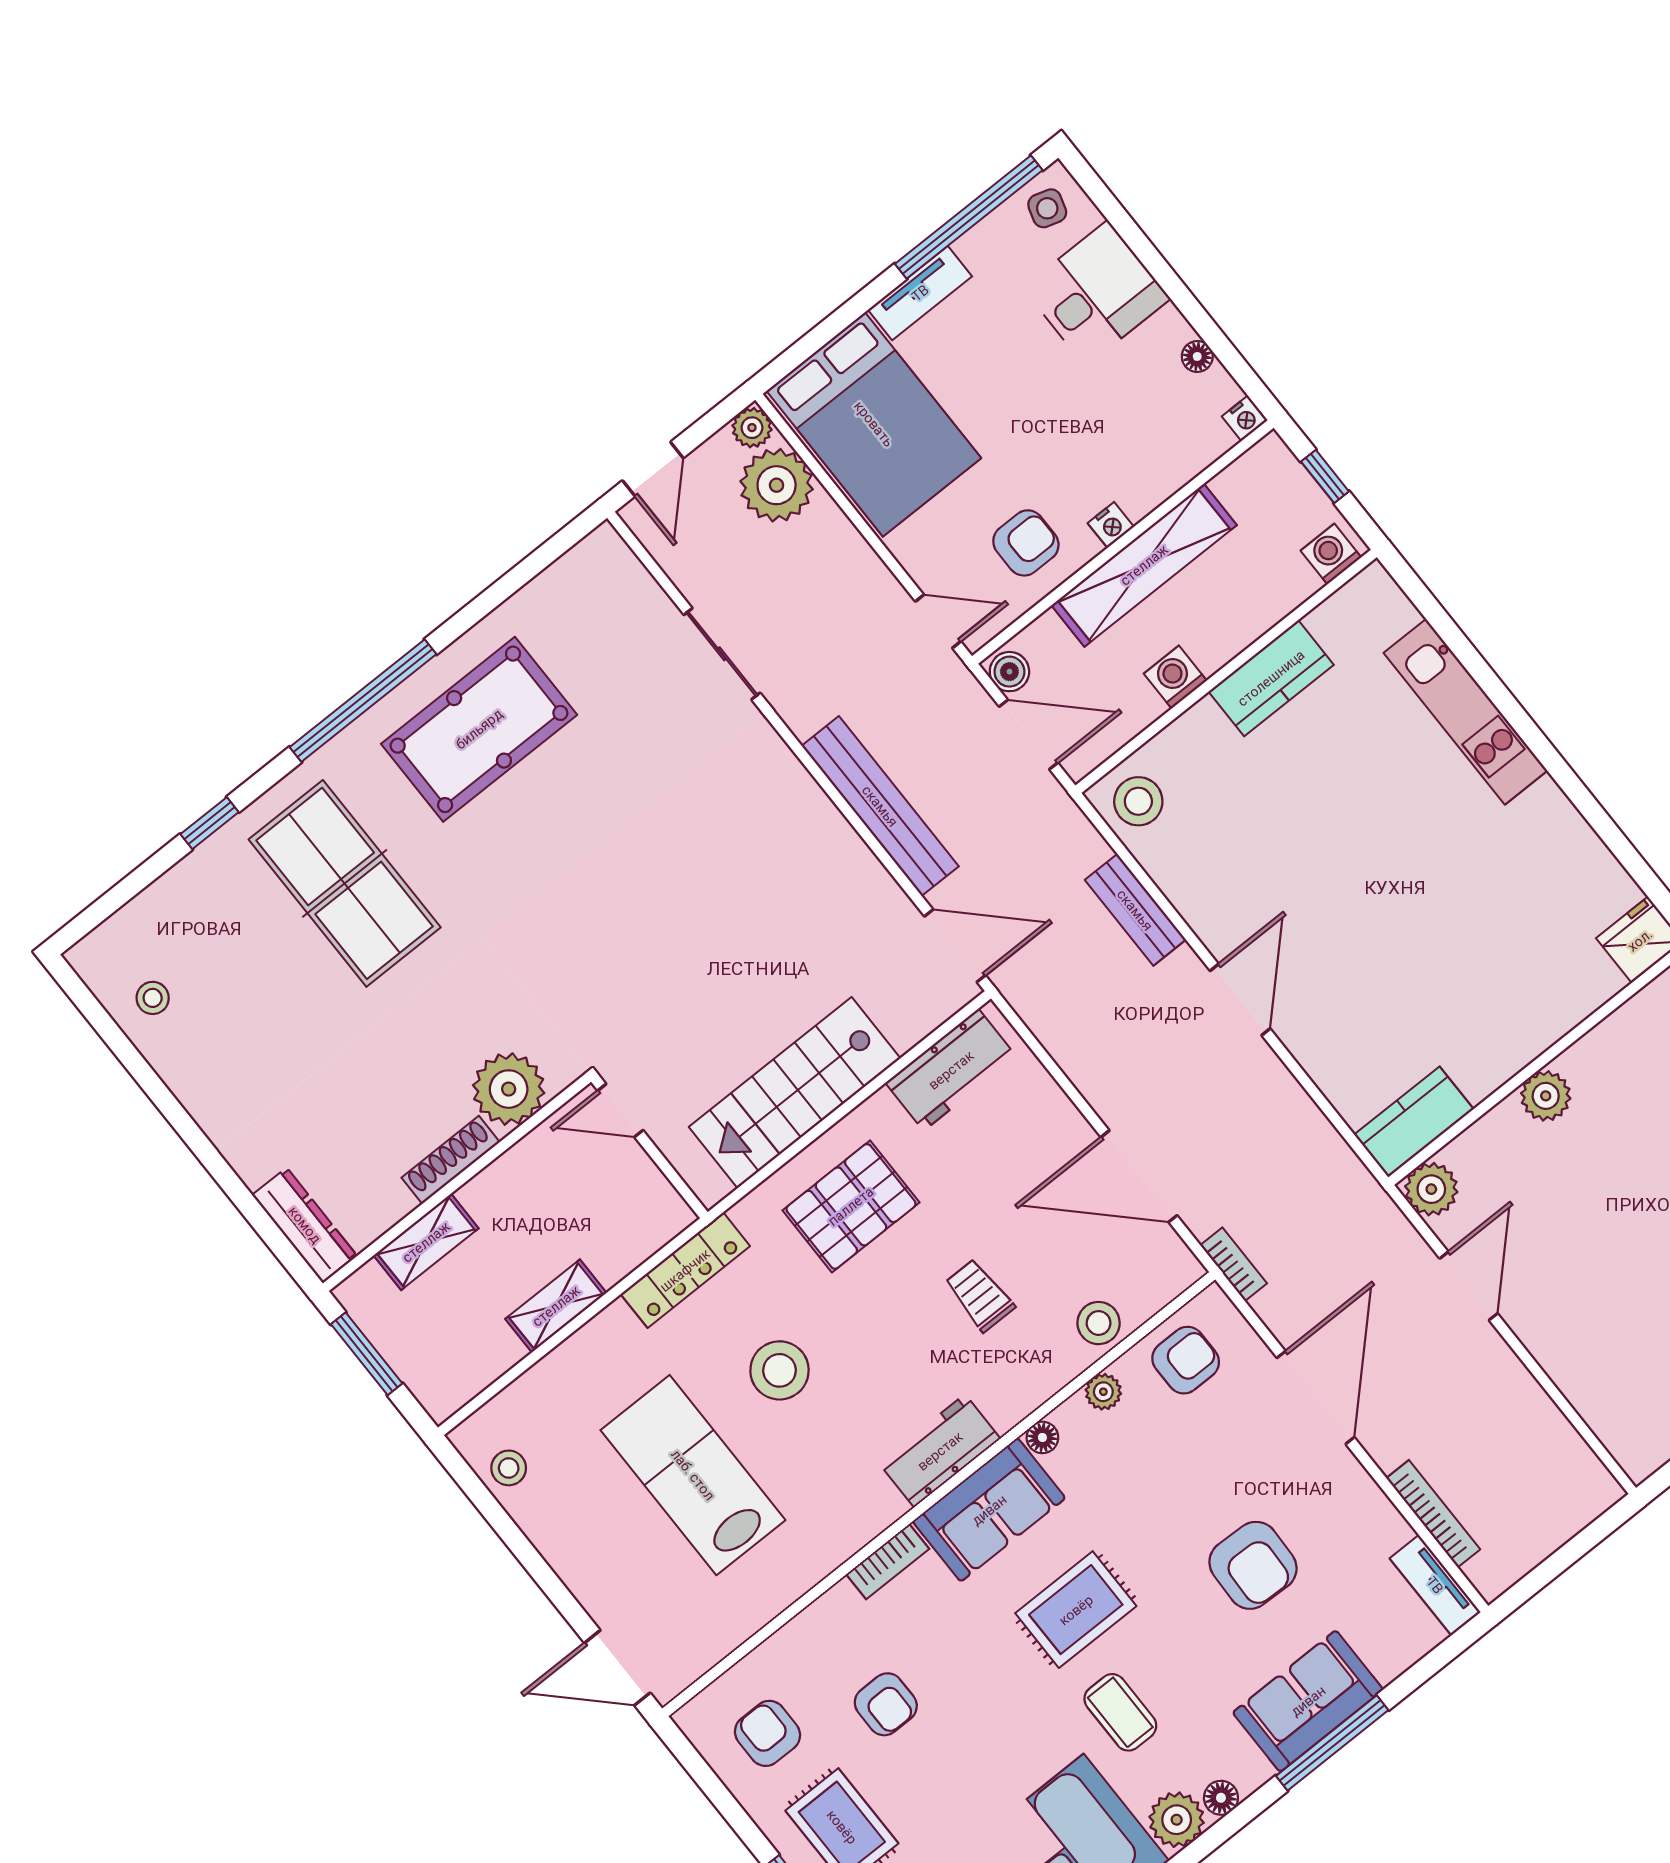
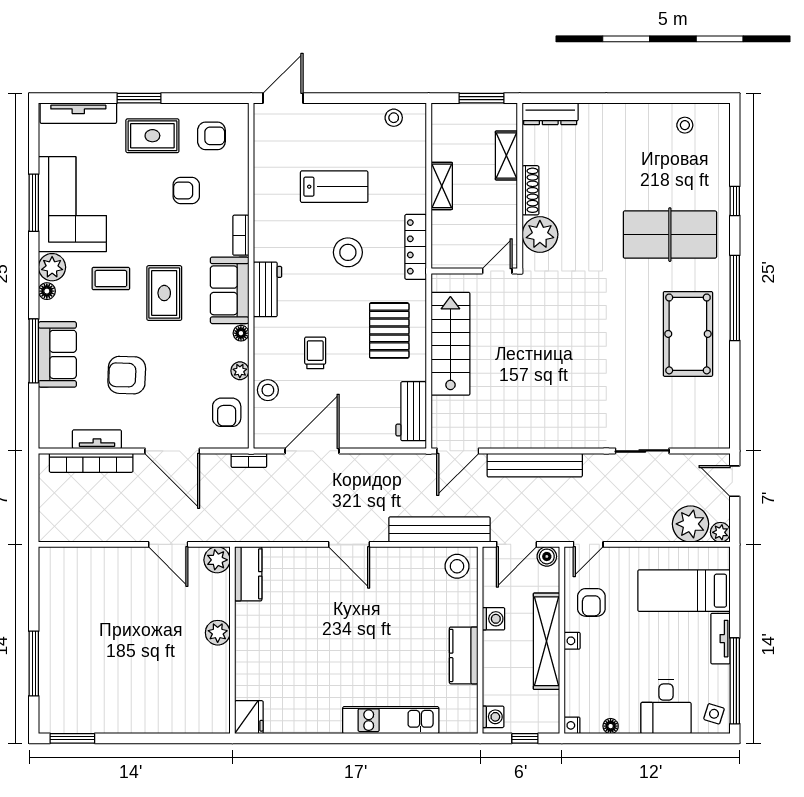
bed: (874, 424) -> (684, 591), width x0.67
bench: (1135, 910) -> (439, 529), width x1.86, depth x1.21
trolley: (980, 1295) -> (315, 353), turned -90
lab bench: (693, 1475) -> (334, 187), width x0.73, depth x0.72
bookcase: (1433, 1514) -> (91, 463), width x1.48, depth x1.31
tv unit: (1435, 1585) -> (97, 439), moved

